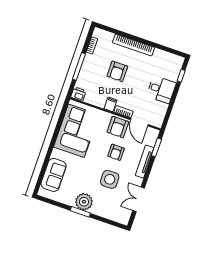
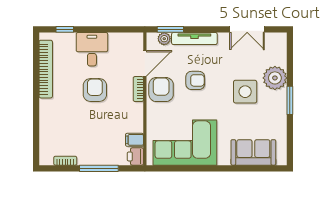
bookcase: (134, 45) -> (46, 69), moved
armchair: (117, 71) -> (95, 90), moved, turned -90
filing cabinet: (110, 104) -> (134, 140), moved
armchair: (118, 127) -> (161, 90), turned -90
plant: (152, 141) -> (164, 39), added
side table: (110, 179) -> (245, 92), moved
plant: (84, 202) -> (275, 78), moved

